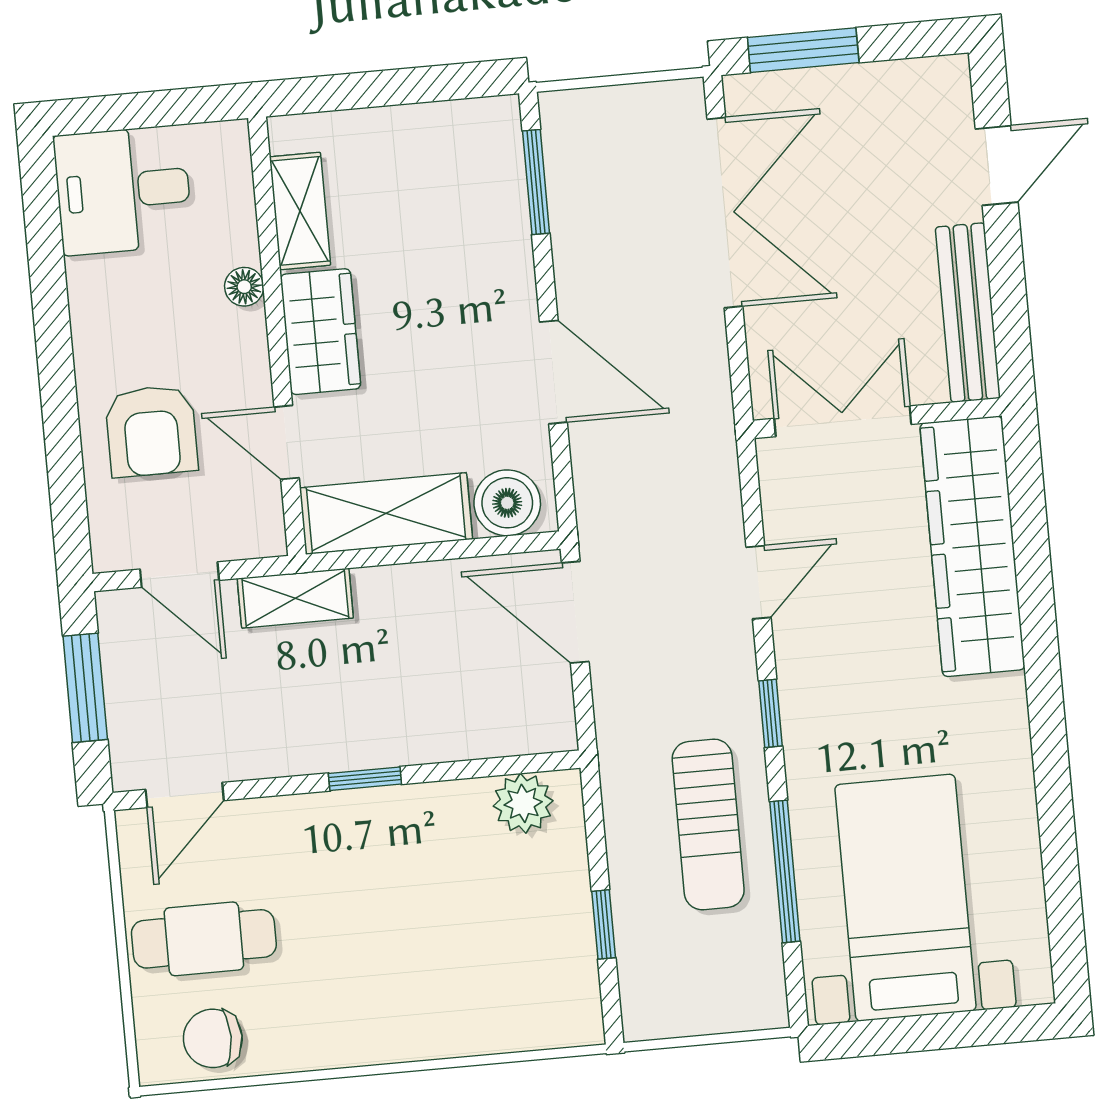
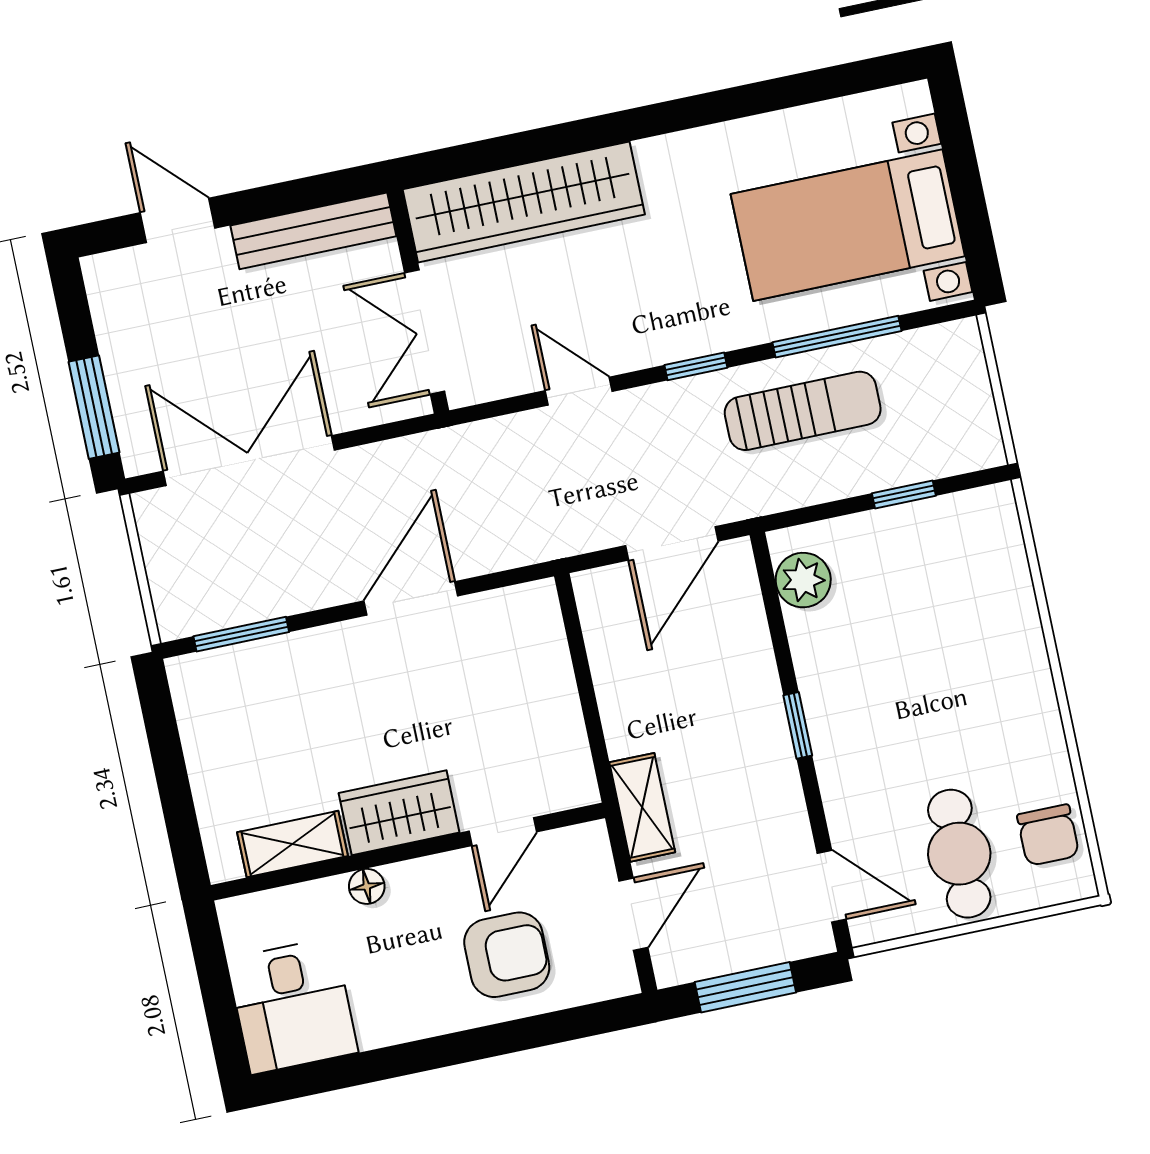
boiler: (507, 503) -> (534, 626), removed
shelving: (386, 513) -> (556, 734), removed
door: (575, 612) -> (672, 543), moved

